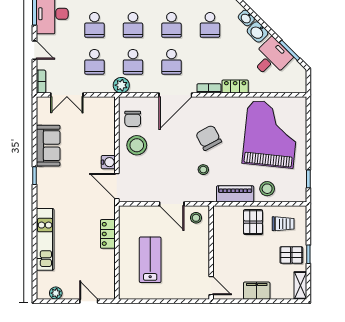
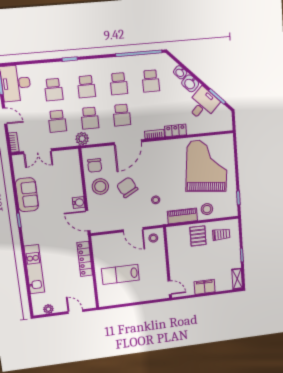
chair: (209, 138) -> (127, 187), moved
locker: (108, 234) -> (85, 259), width x1.53
pallet: (291, 255) -> (229, 257), removed
lab bench: (150, 260) -> (120, 274), turned -90

